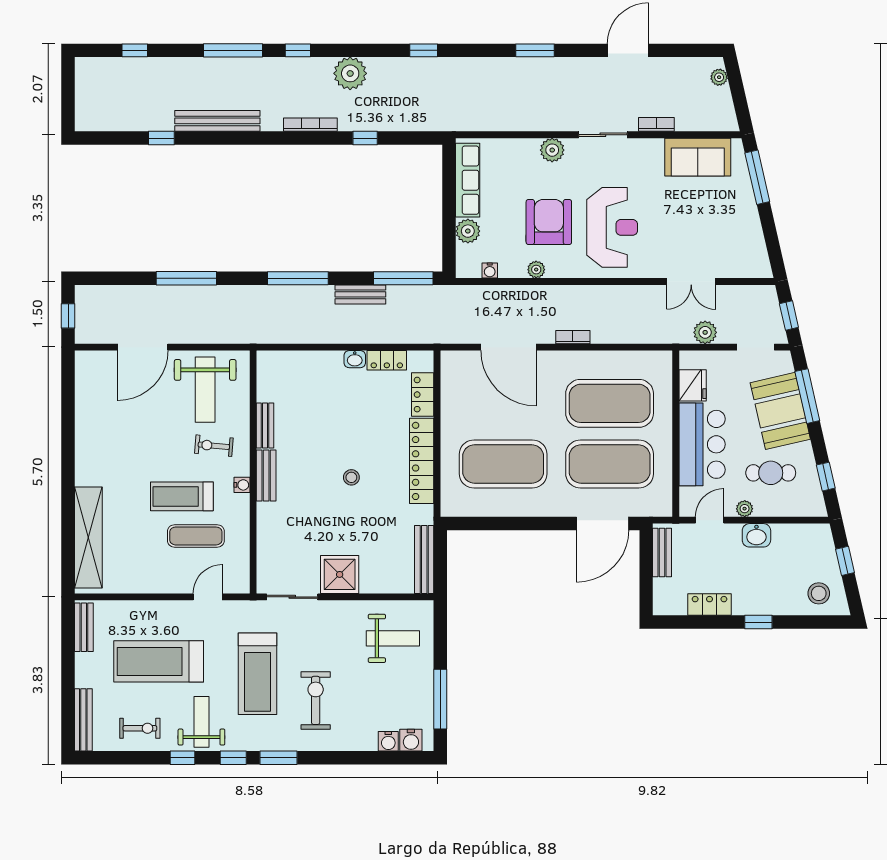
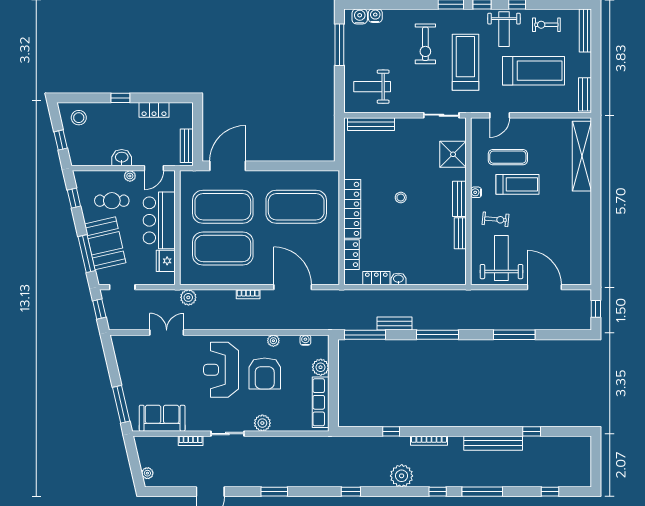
plant: (705, 332) -> (188, 297), moved
door: (143, 347) -> (544, 287), hinge flipped
bench: (424, 559) -> (371, 124), moved, turned 90
shower: (340, 574) -> (453, 154), moved

